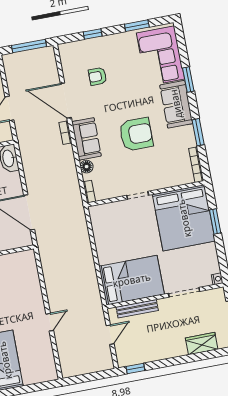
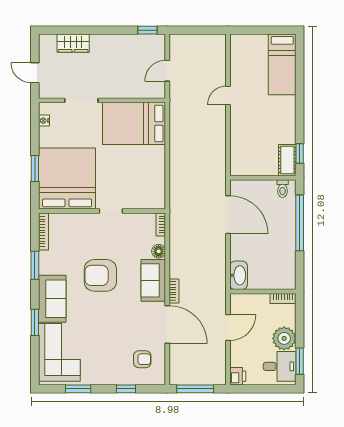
armchair: (98, 76) -> (142, 359), moved
nightstand: (217, 279) -> (44, 121), moved
bench: (137, 309) -> (134, 92), removed

